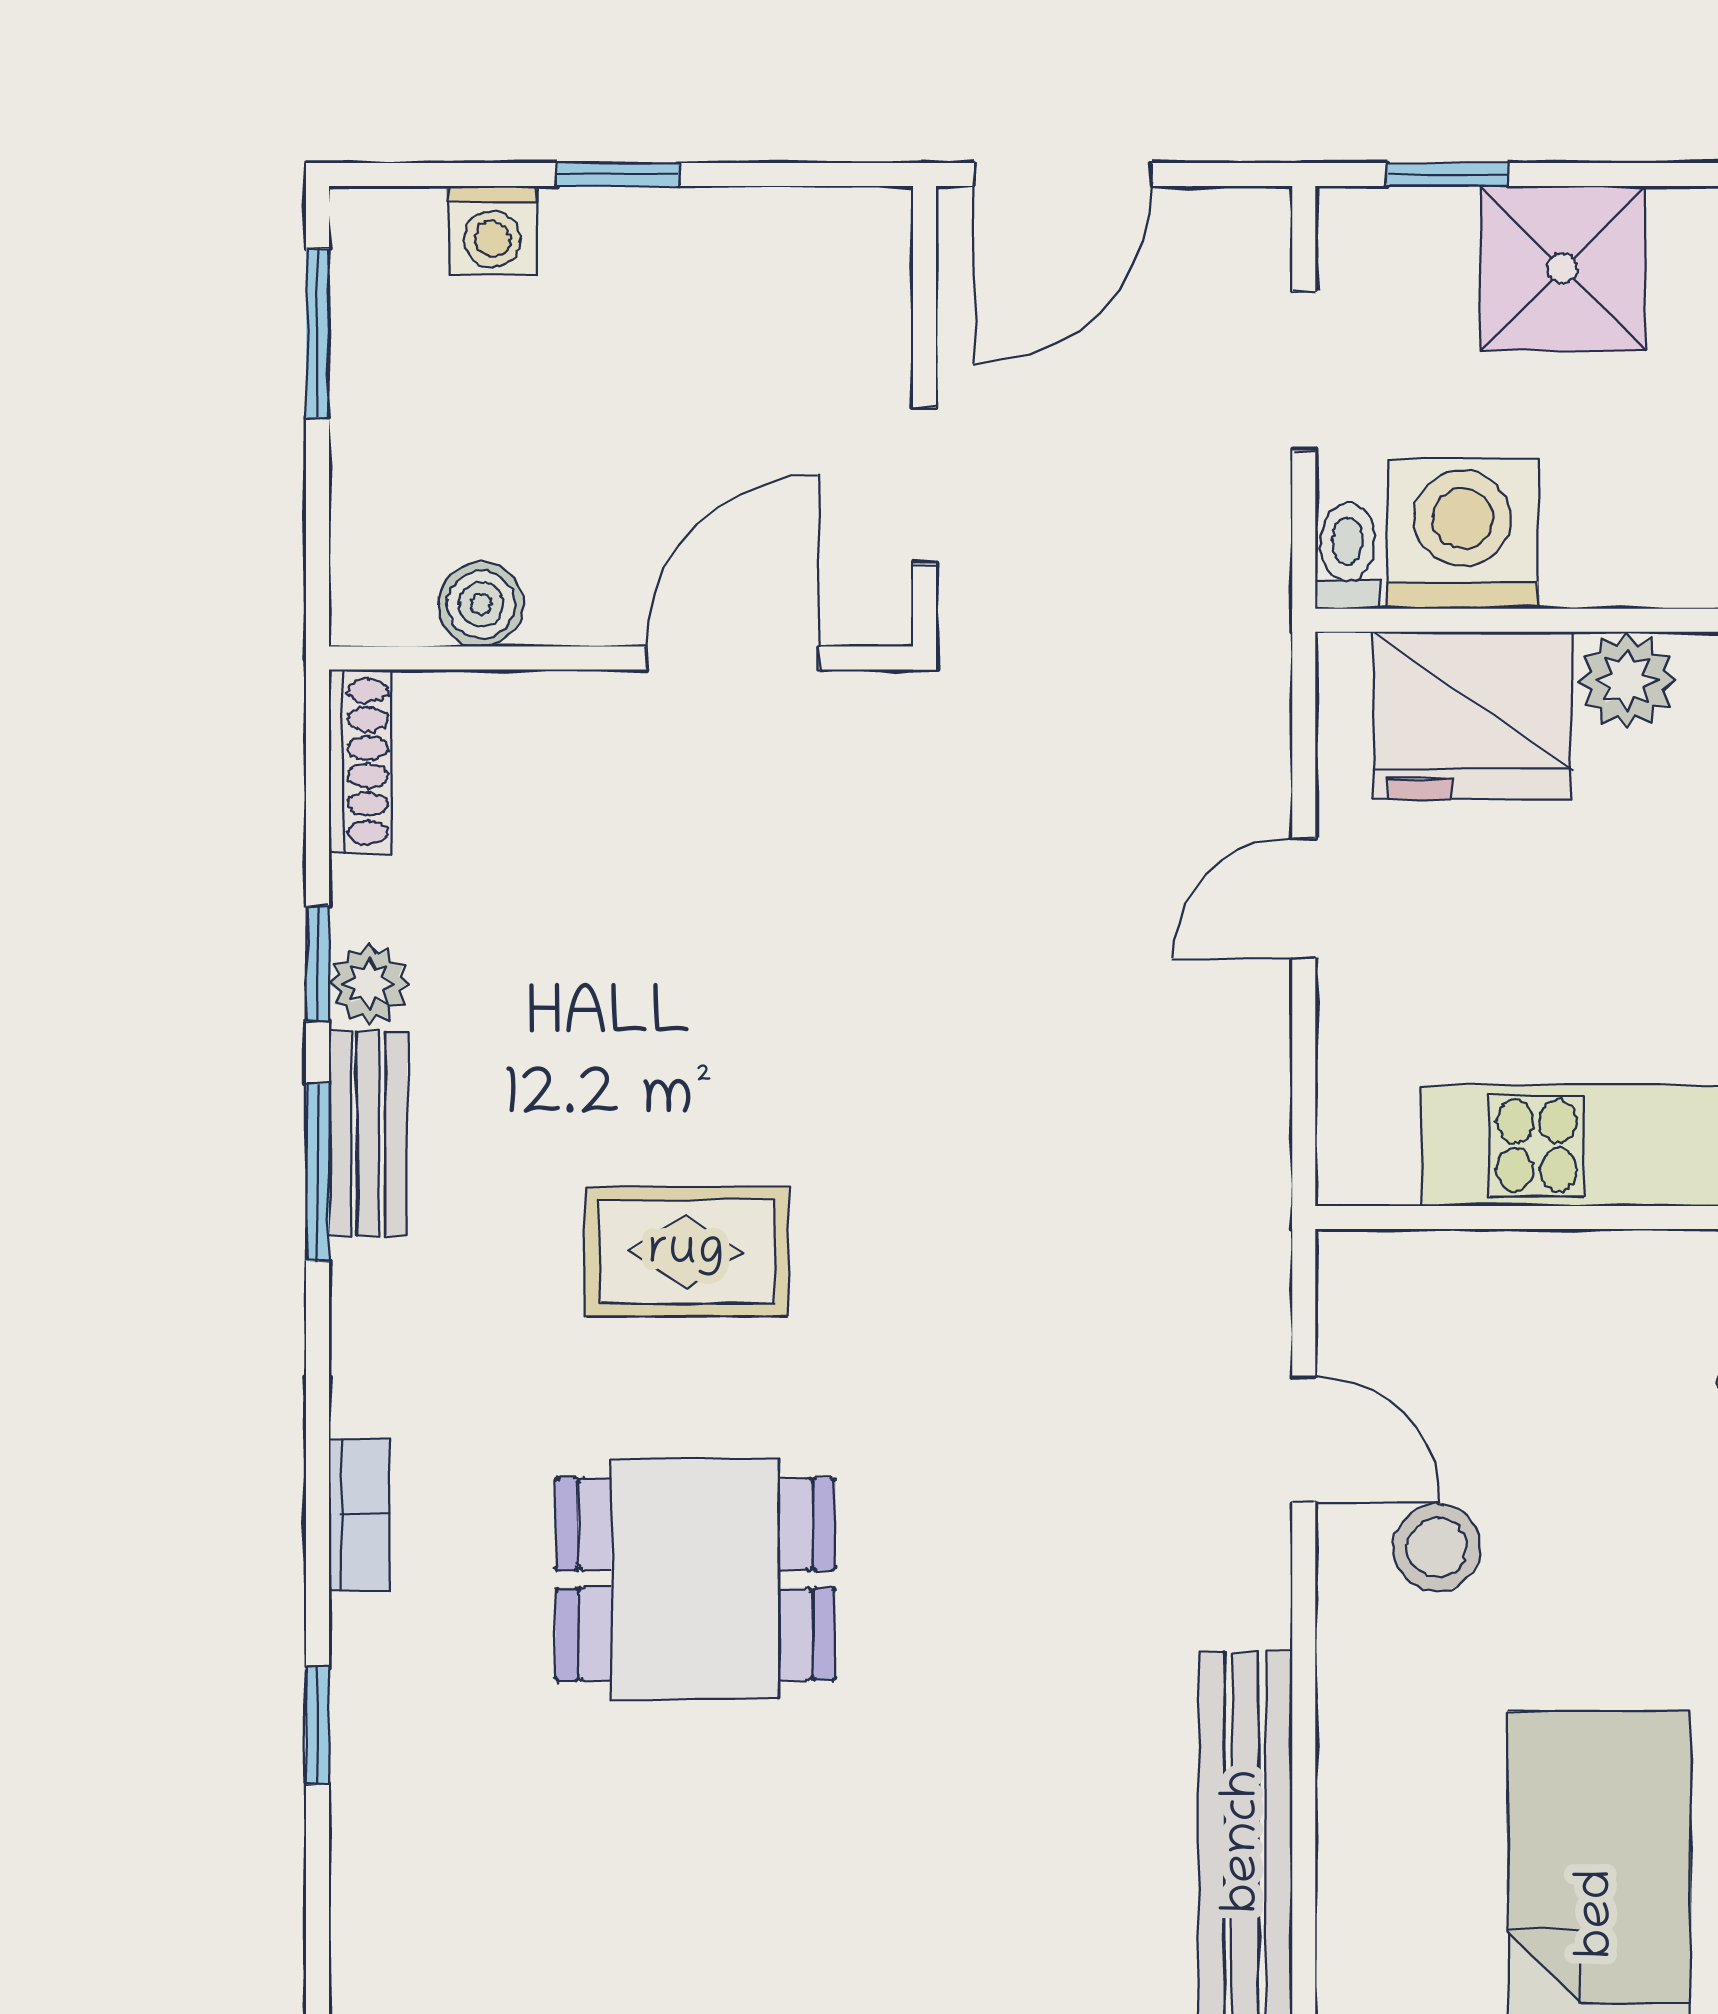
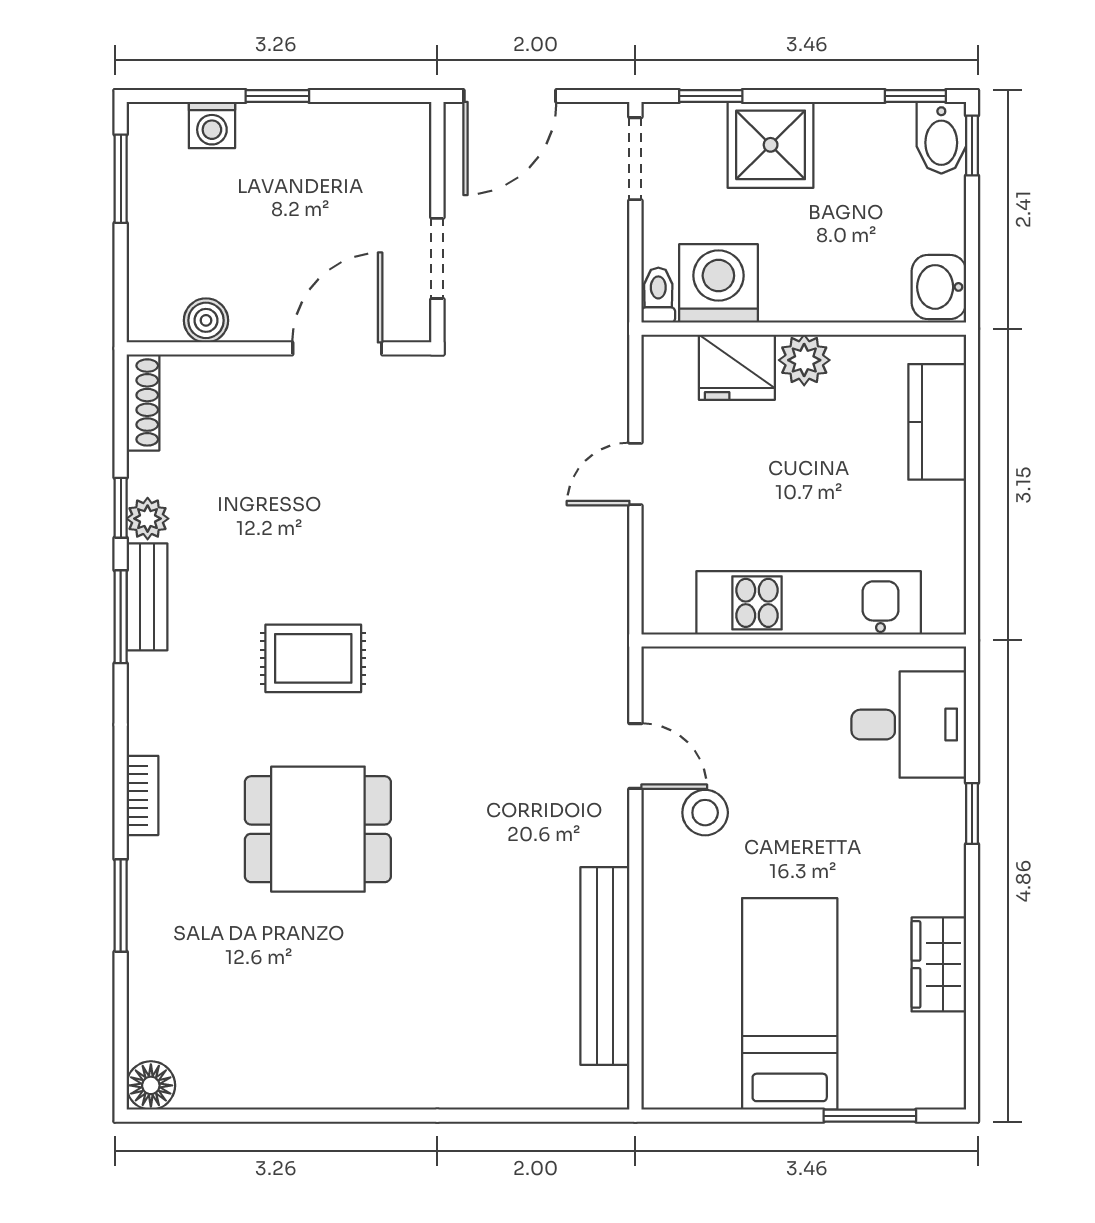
doorway: (1304, 371) -> (635, 159), moved
fridge: (1472, 715) -> (737, 367), width x0.73, depth x0.75
window: (317, 1725) -> (121, 906), width x1.50

